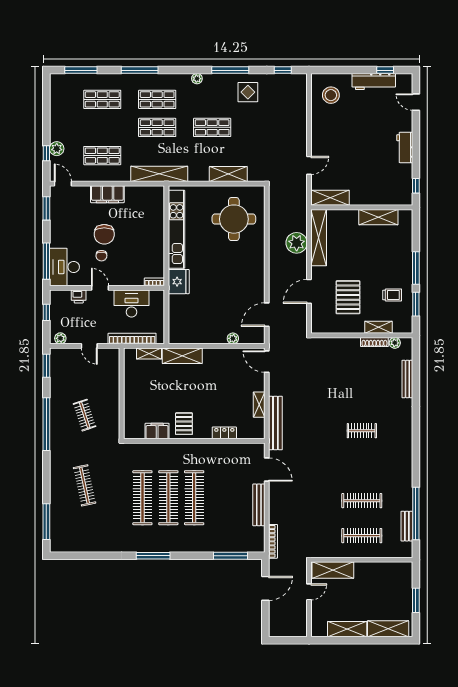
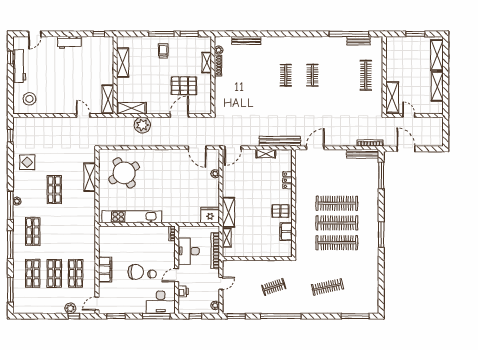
window: (230, 70) -> (10, 205), moved
shop shelf: (157, 127) -> (54, 273), moved
shelving: (159, 174) -> (90, 230), removed
round table: (234, 219) -> (124, 173), turned -31
shelving: (319, 238) -> (131, 108), width x0.68
fridge: (179, 282) -> (210, 215), moved
door: (309, 291) -> (179, 116), swing flipped
trolley: (392, 295) -> (163, 51), moved
clothes rail: (362, 501) -> (312, 75), moved, width x0.73
bench: (259, 505) -> (363, 154), moved

